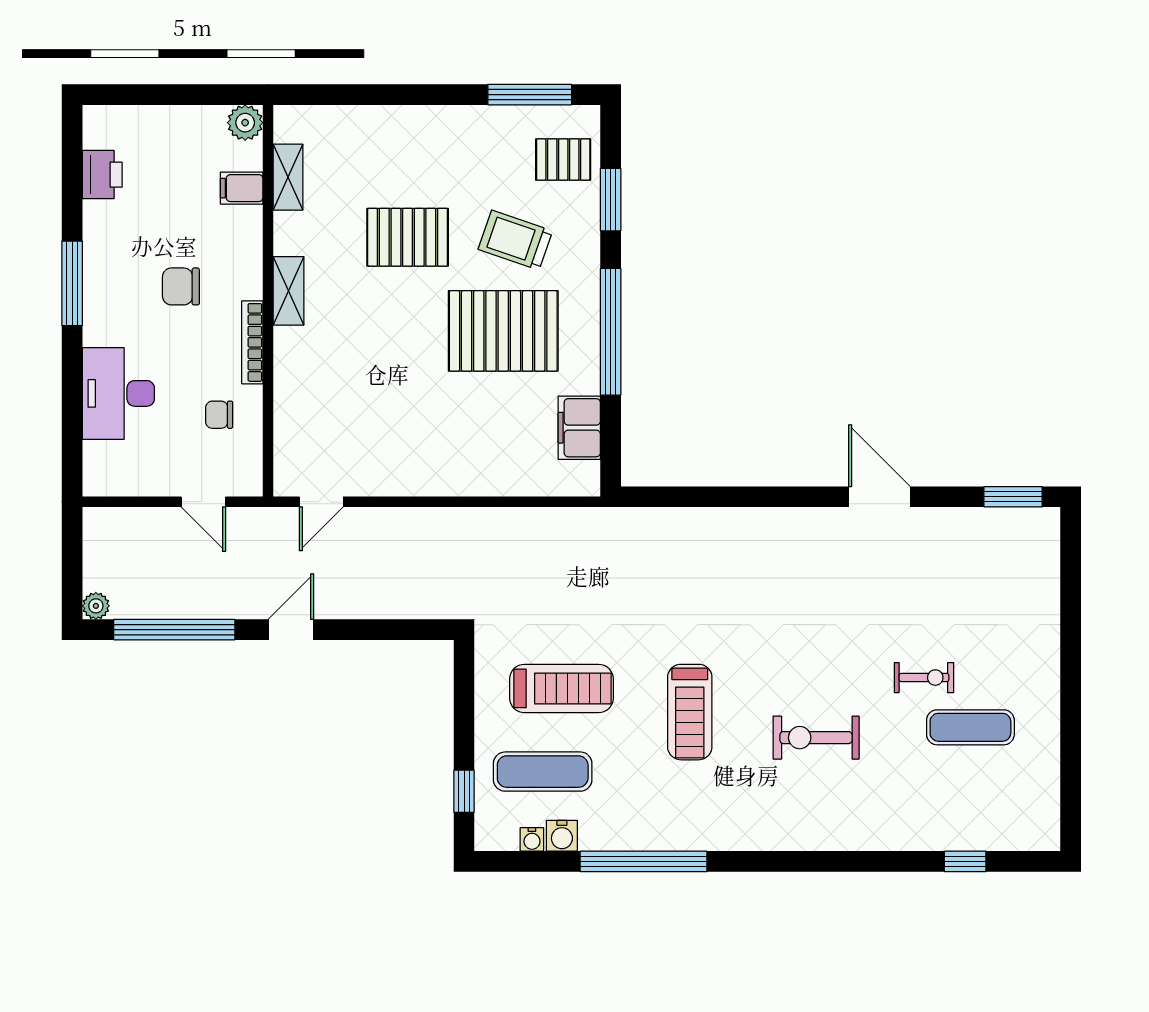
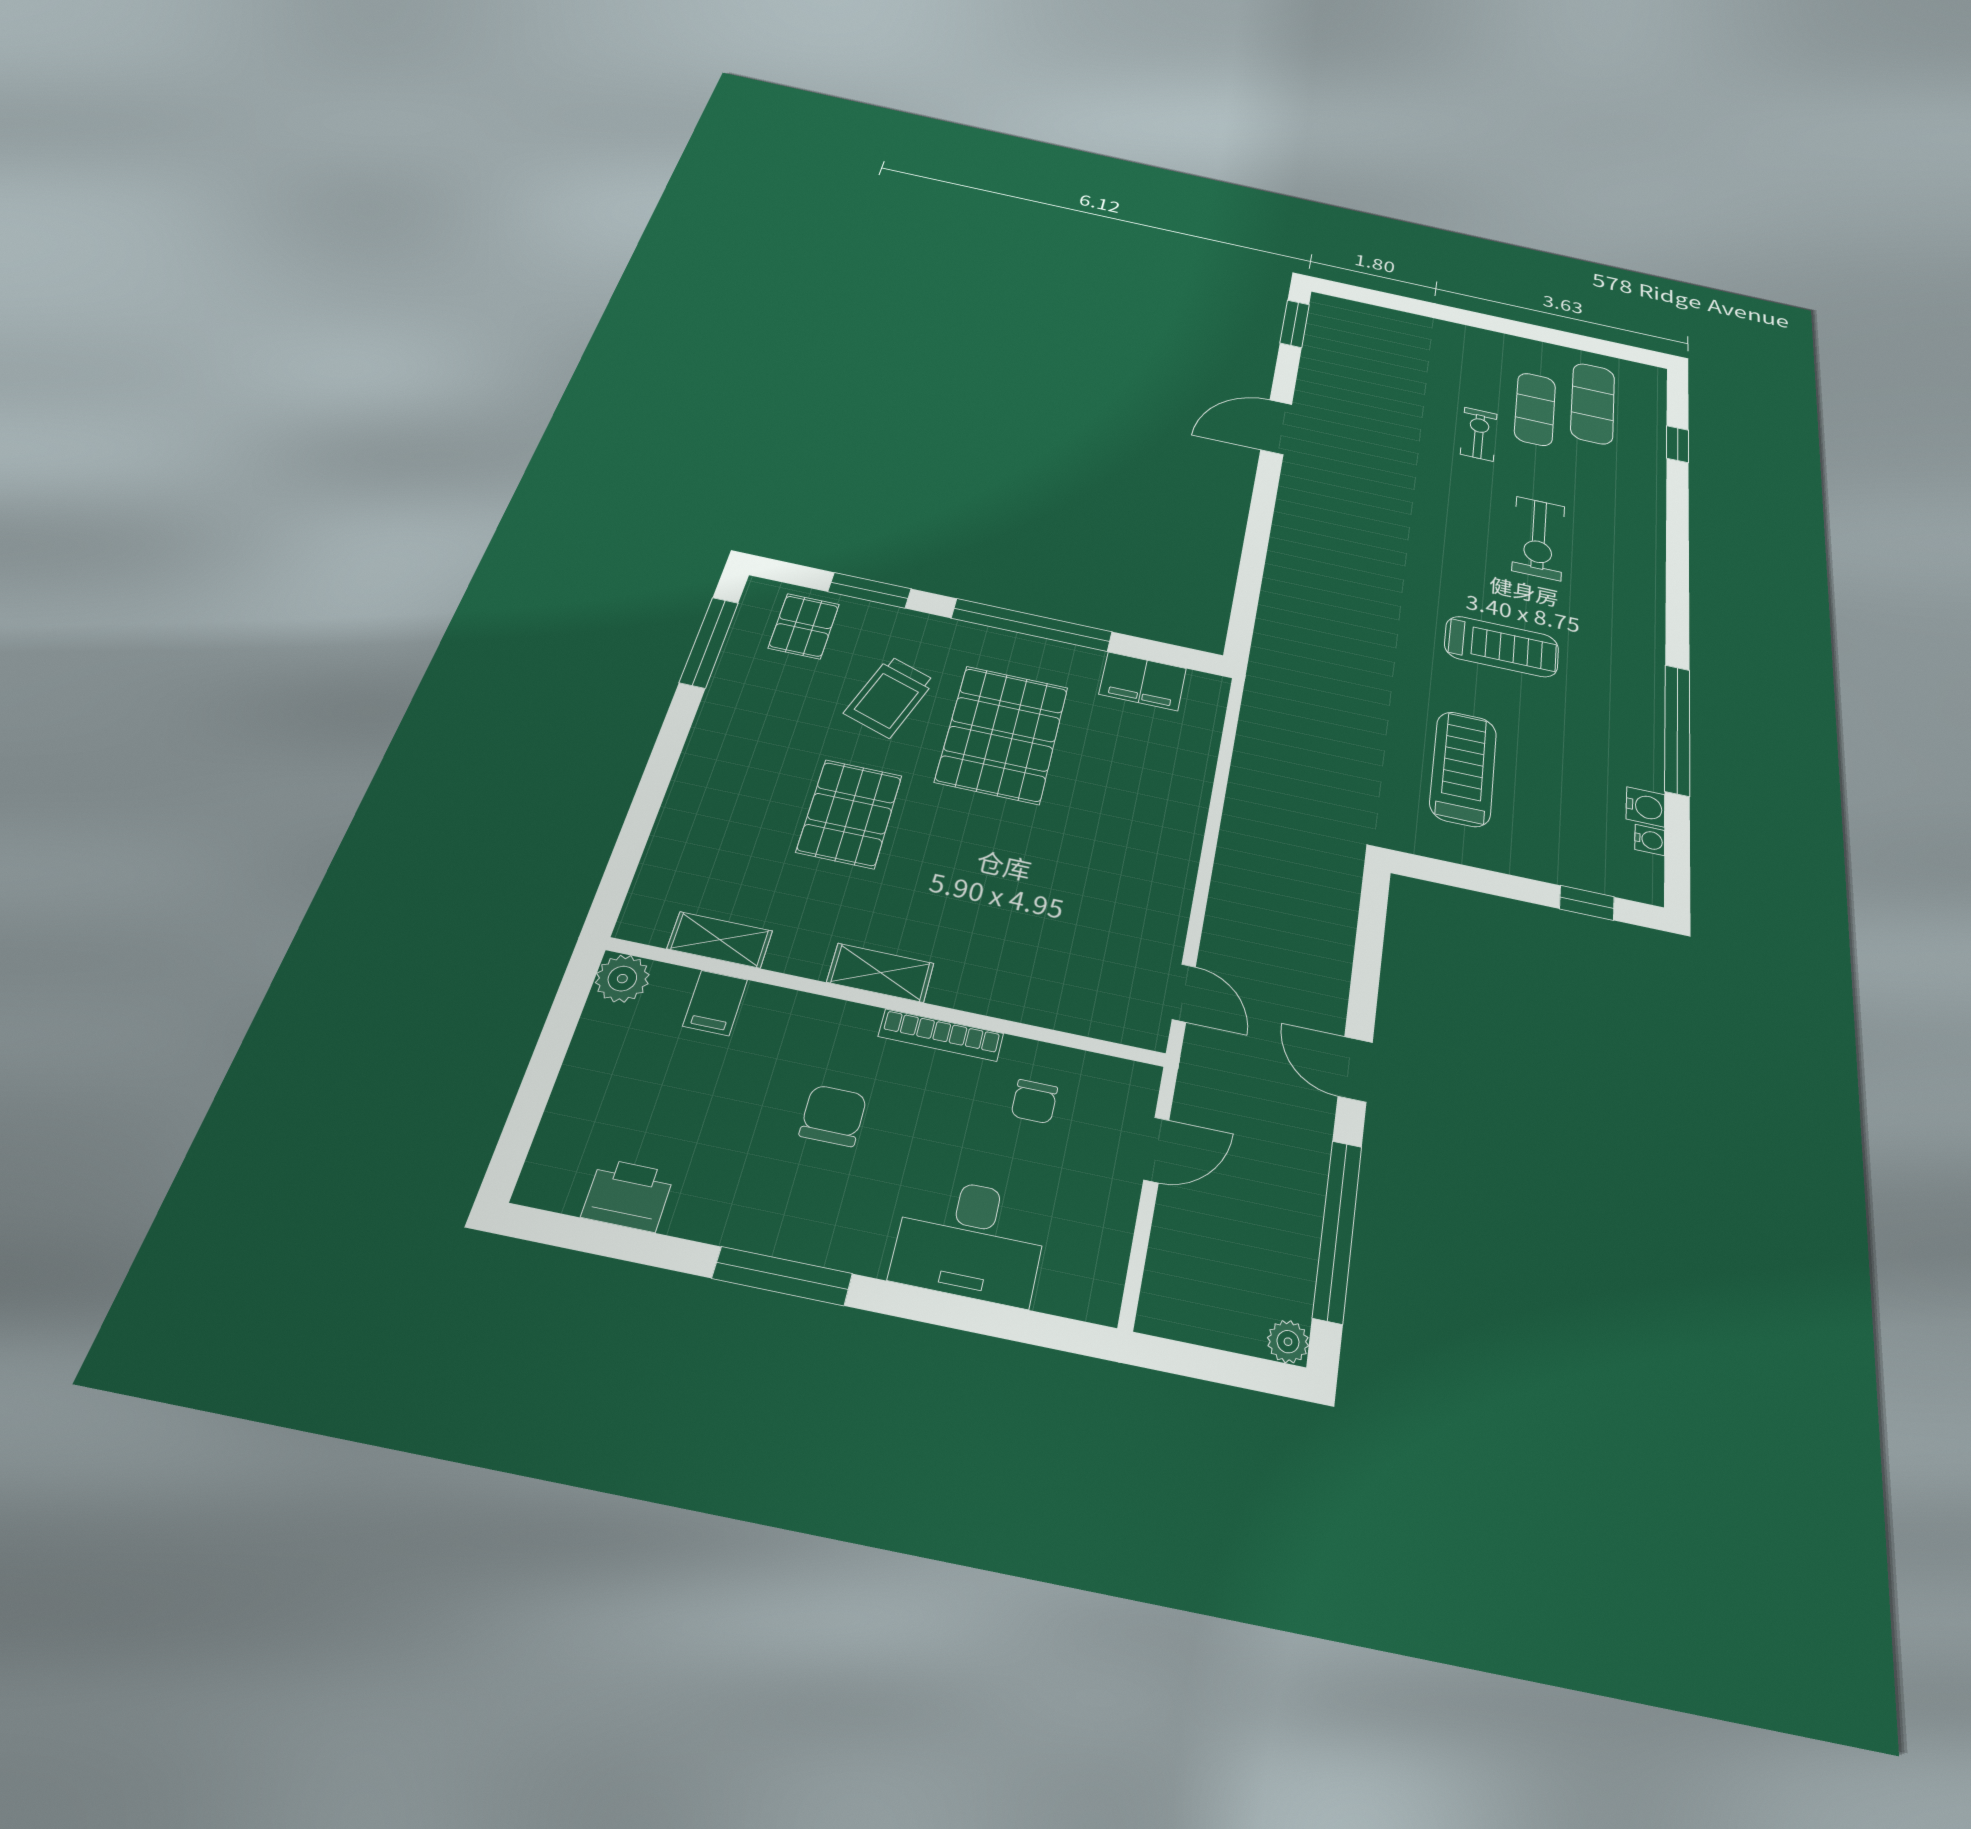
chair: (181, 286) -> (833, 1116), turned 180
exercise mat: (543, 772) -> (1593, 403), moved

